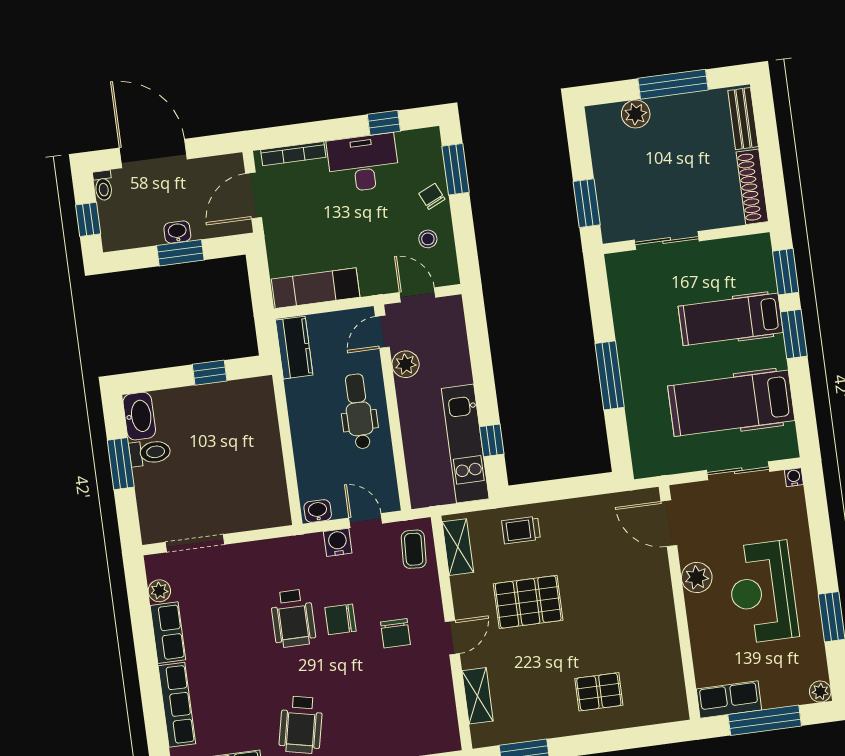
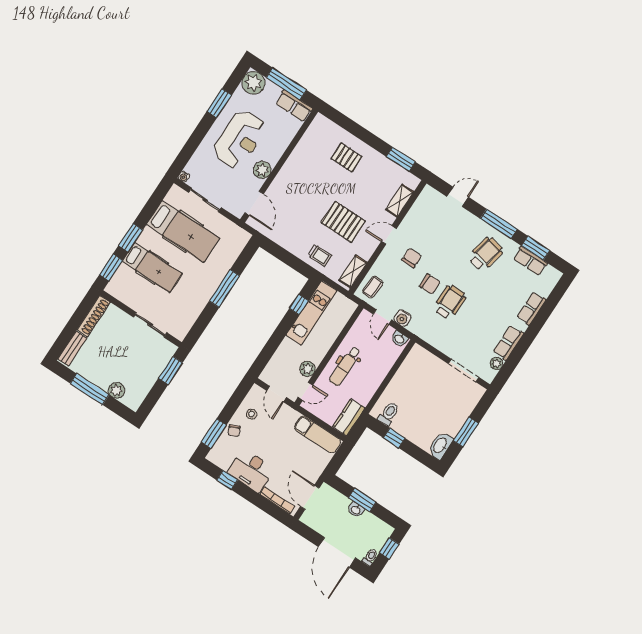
door: (254, 196) -> (310, 497), swing flipped
toilet: (150, 453) -> (389, 414), moved, turned 90
plant: (820, 692) -> (253, 83), width x1.88, depth x1.88
row of seats: (177, 705) -> (531, 308), width x0.68

